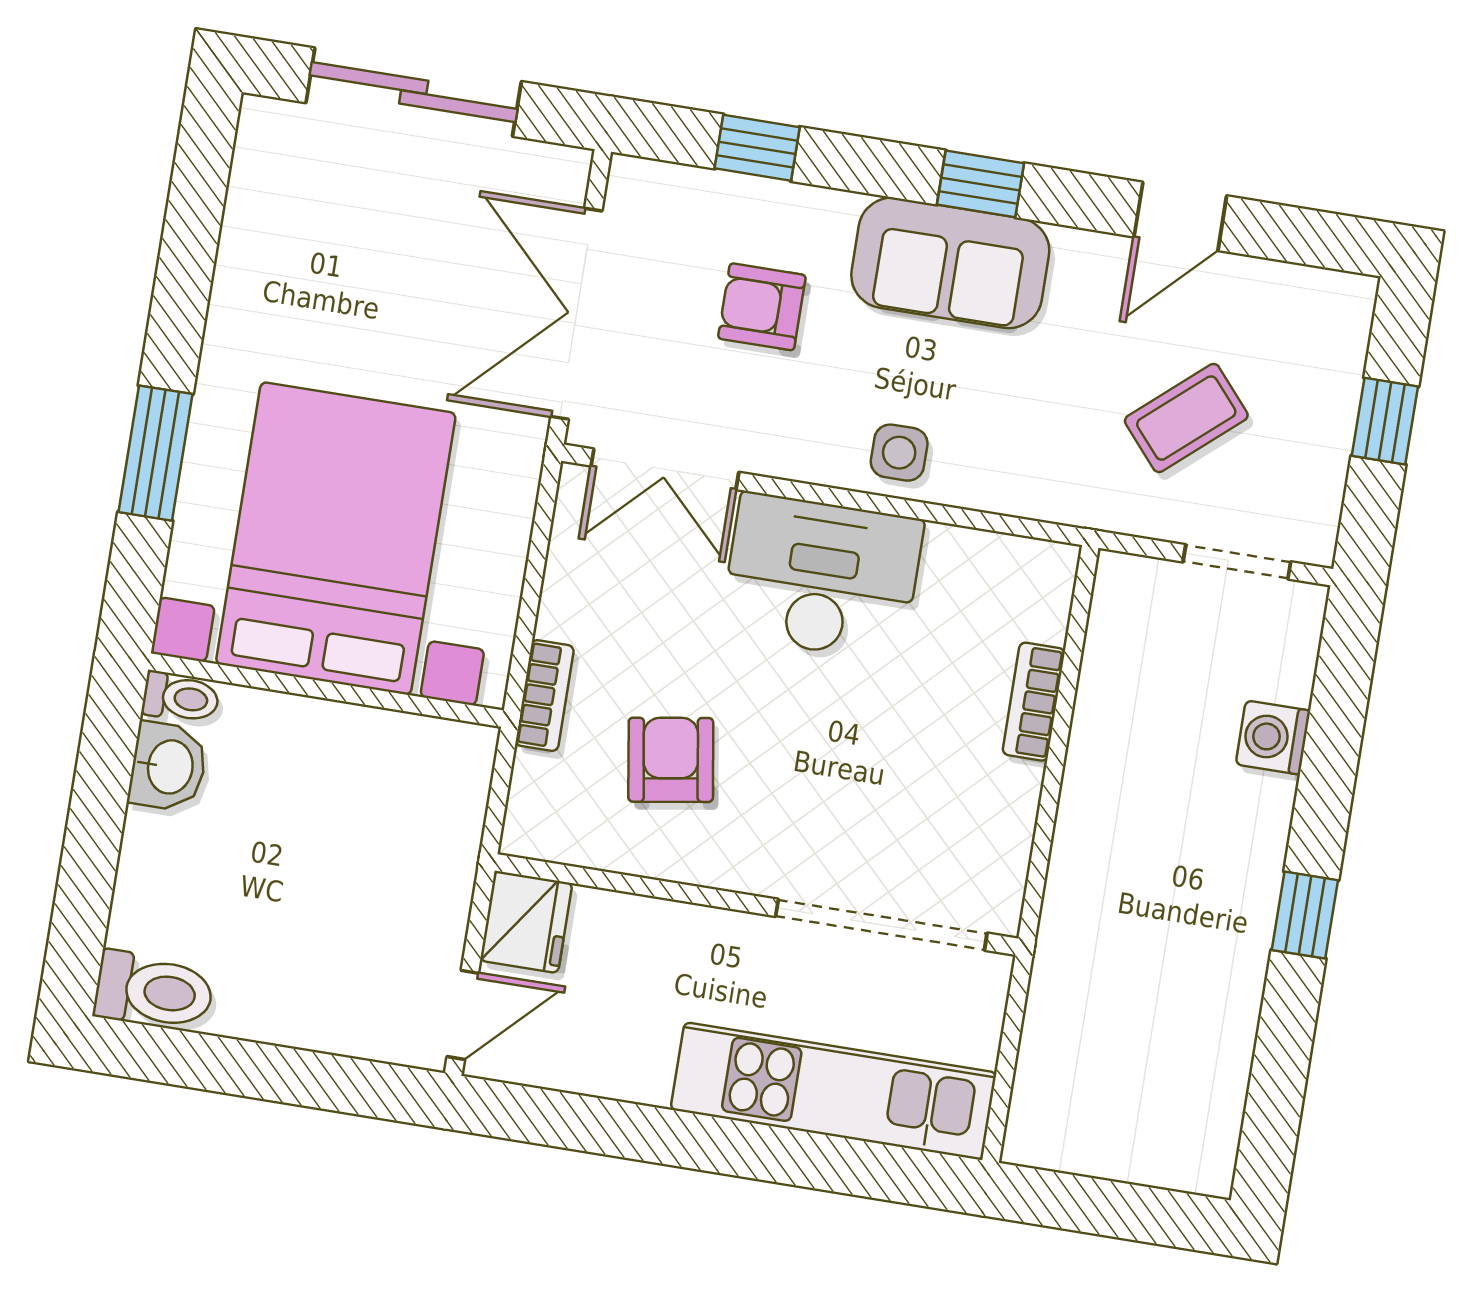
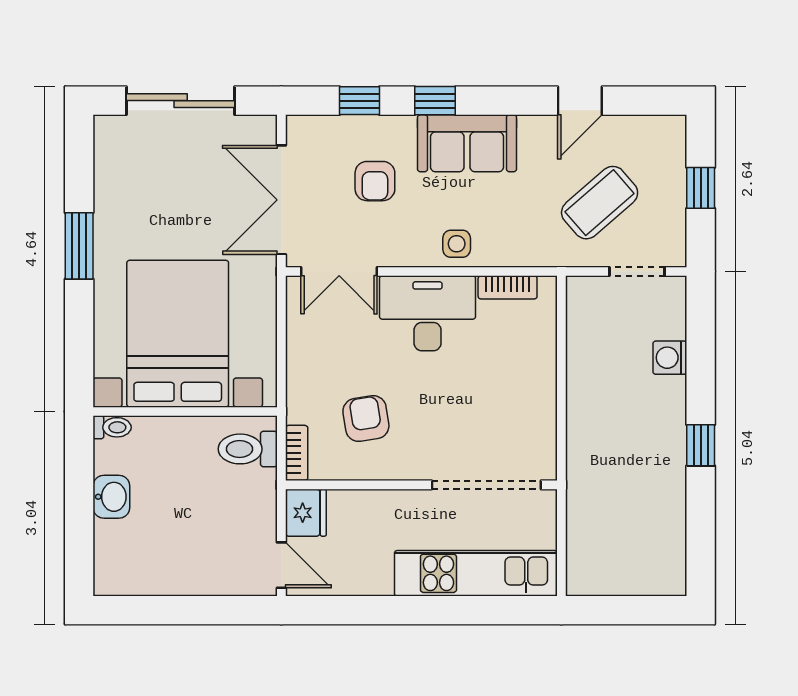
window: (981, 184) -> (435, 101), moved
armchair: (762, 307) -> (375, 181), turned -90
coffee table: (1186, 418) -> (600, 203), width x1.36, depth x1.30
window: (155, 453) -> (79, 246), moved
bookcase: (545, 696) -> (297, 453), moved
bookcase: (1034, 702) -> (508, 287), moved, turned -90
washbasin: (168, 767) -> (111, 497), moved
toilet: (154, 991) -> (248, 449), moved, turned 180
door: (463, 1015) -> (281, 565), hinge flipped

